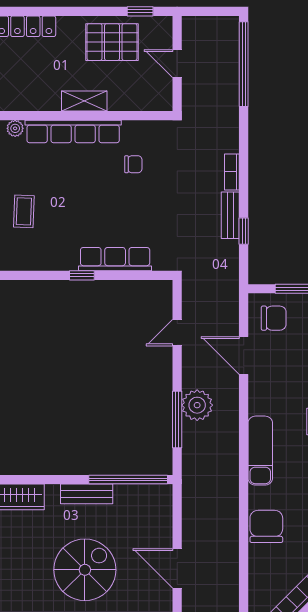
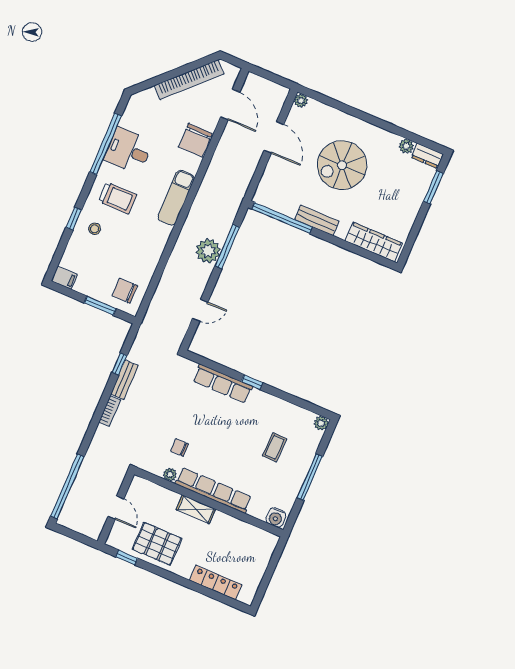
plant: (15, 128) -> (170, 475), moved
door: (244, 355) -> (230, 105), moved

